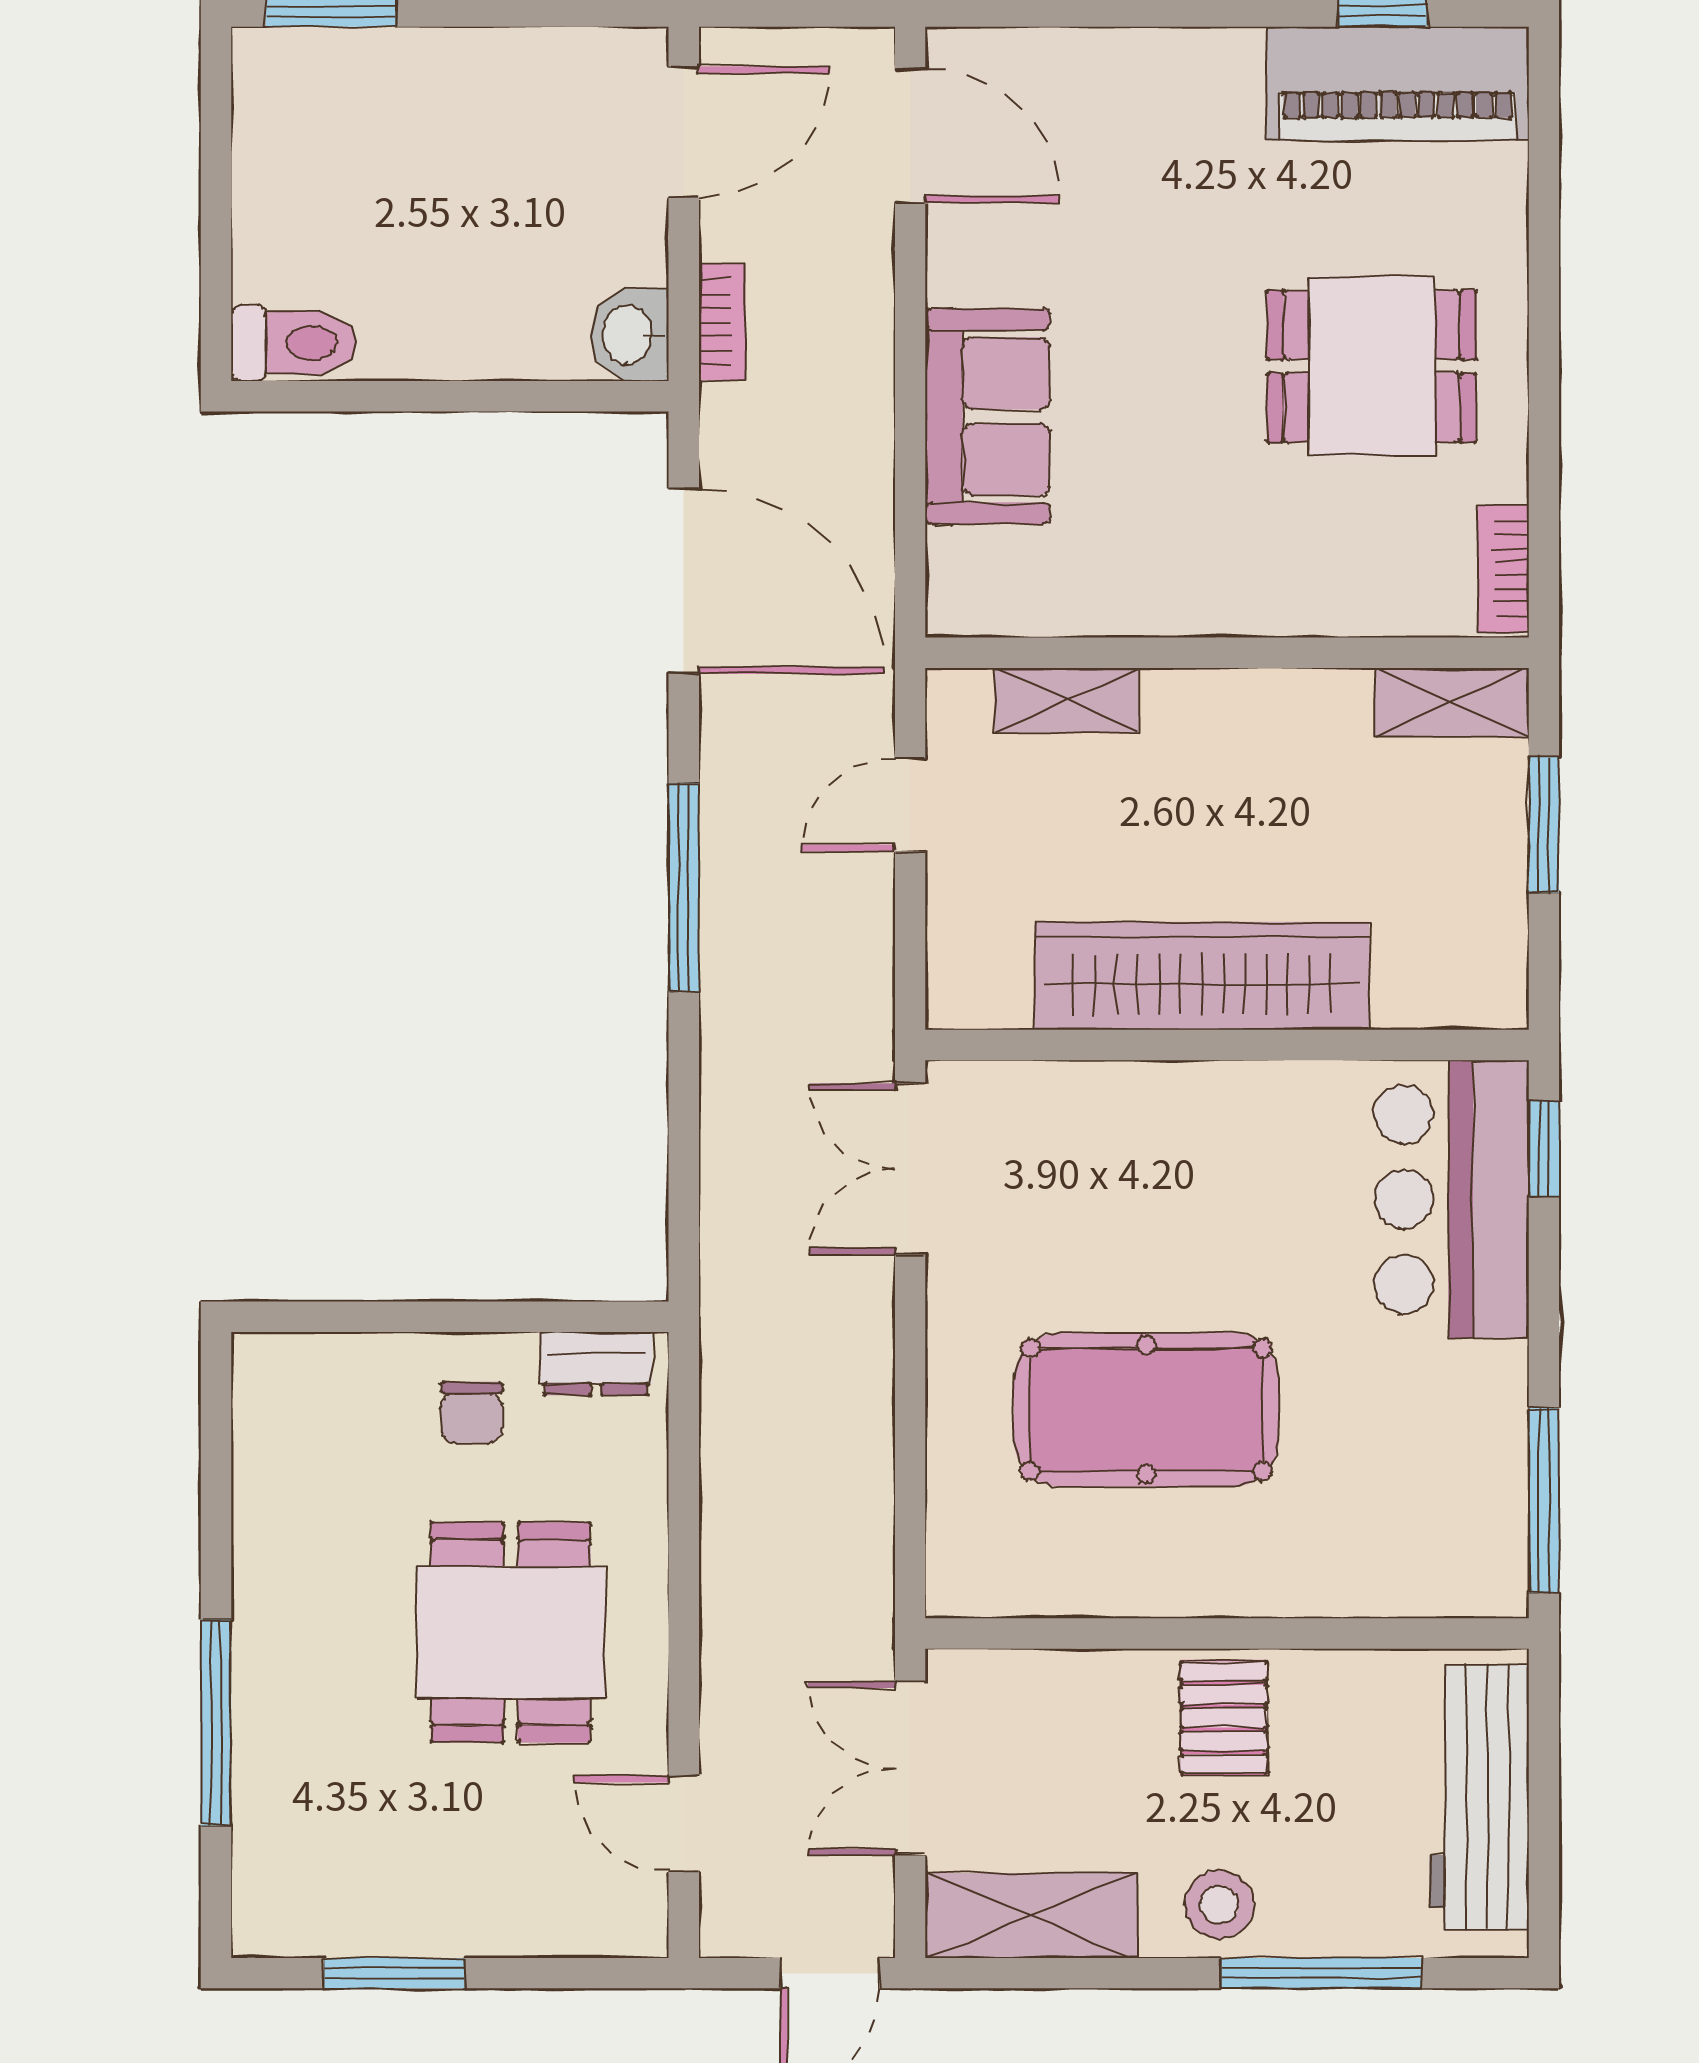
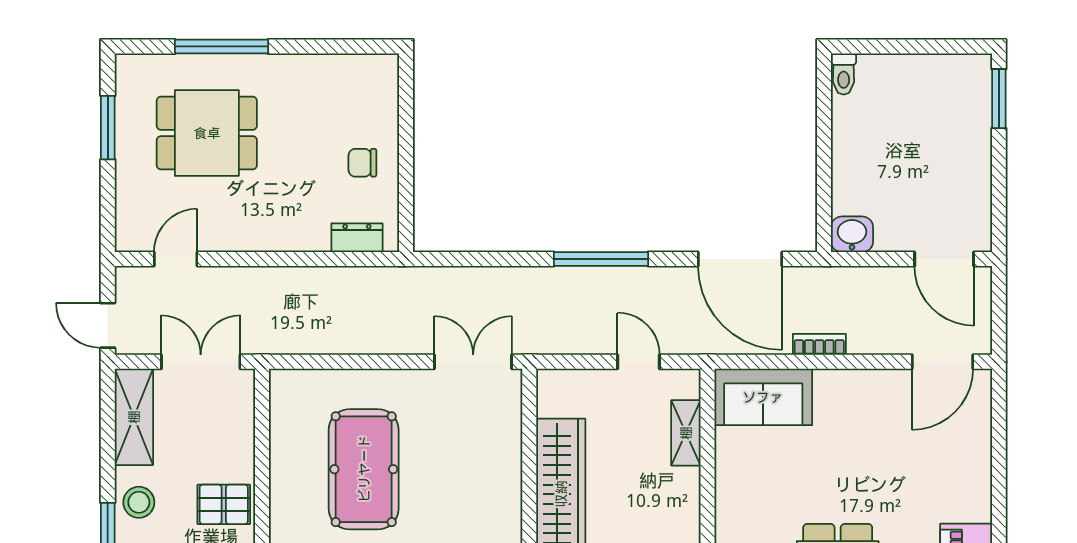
bookcase: (722, 322) -> (819, 344), moved, turned 180
toilet: (294, 343) -> (844, 74), width x0.73, depth x0.72
sofa: (987, 416) -> (763, 397), moved
door: (684, 581) -> (740, 259), hinge flipped
dresser: (596, 1363) -> (357, 238), moved, turned 90
dining table: (511, 1633) -> (207, 133), moved

